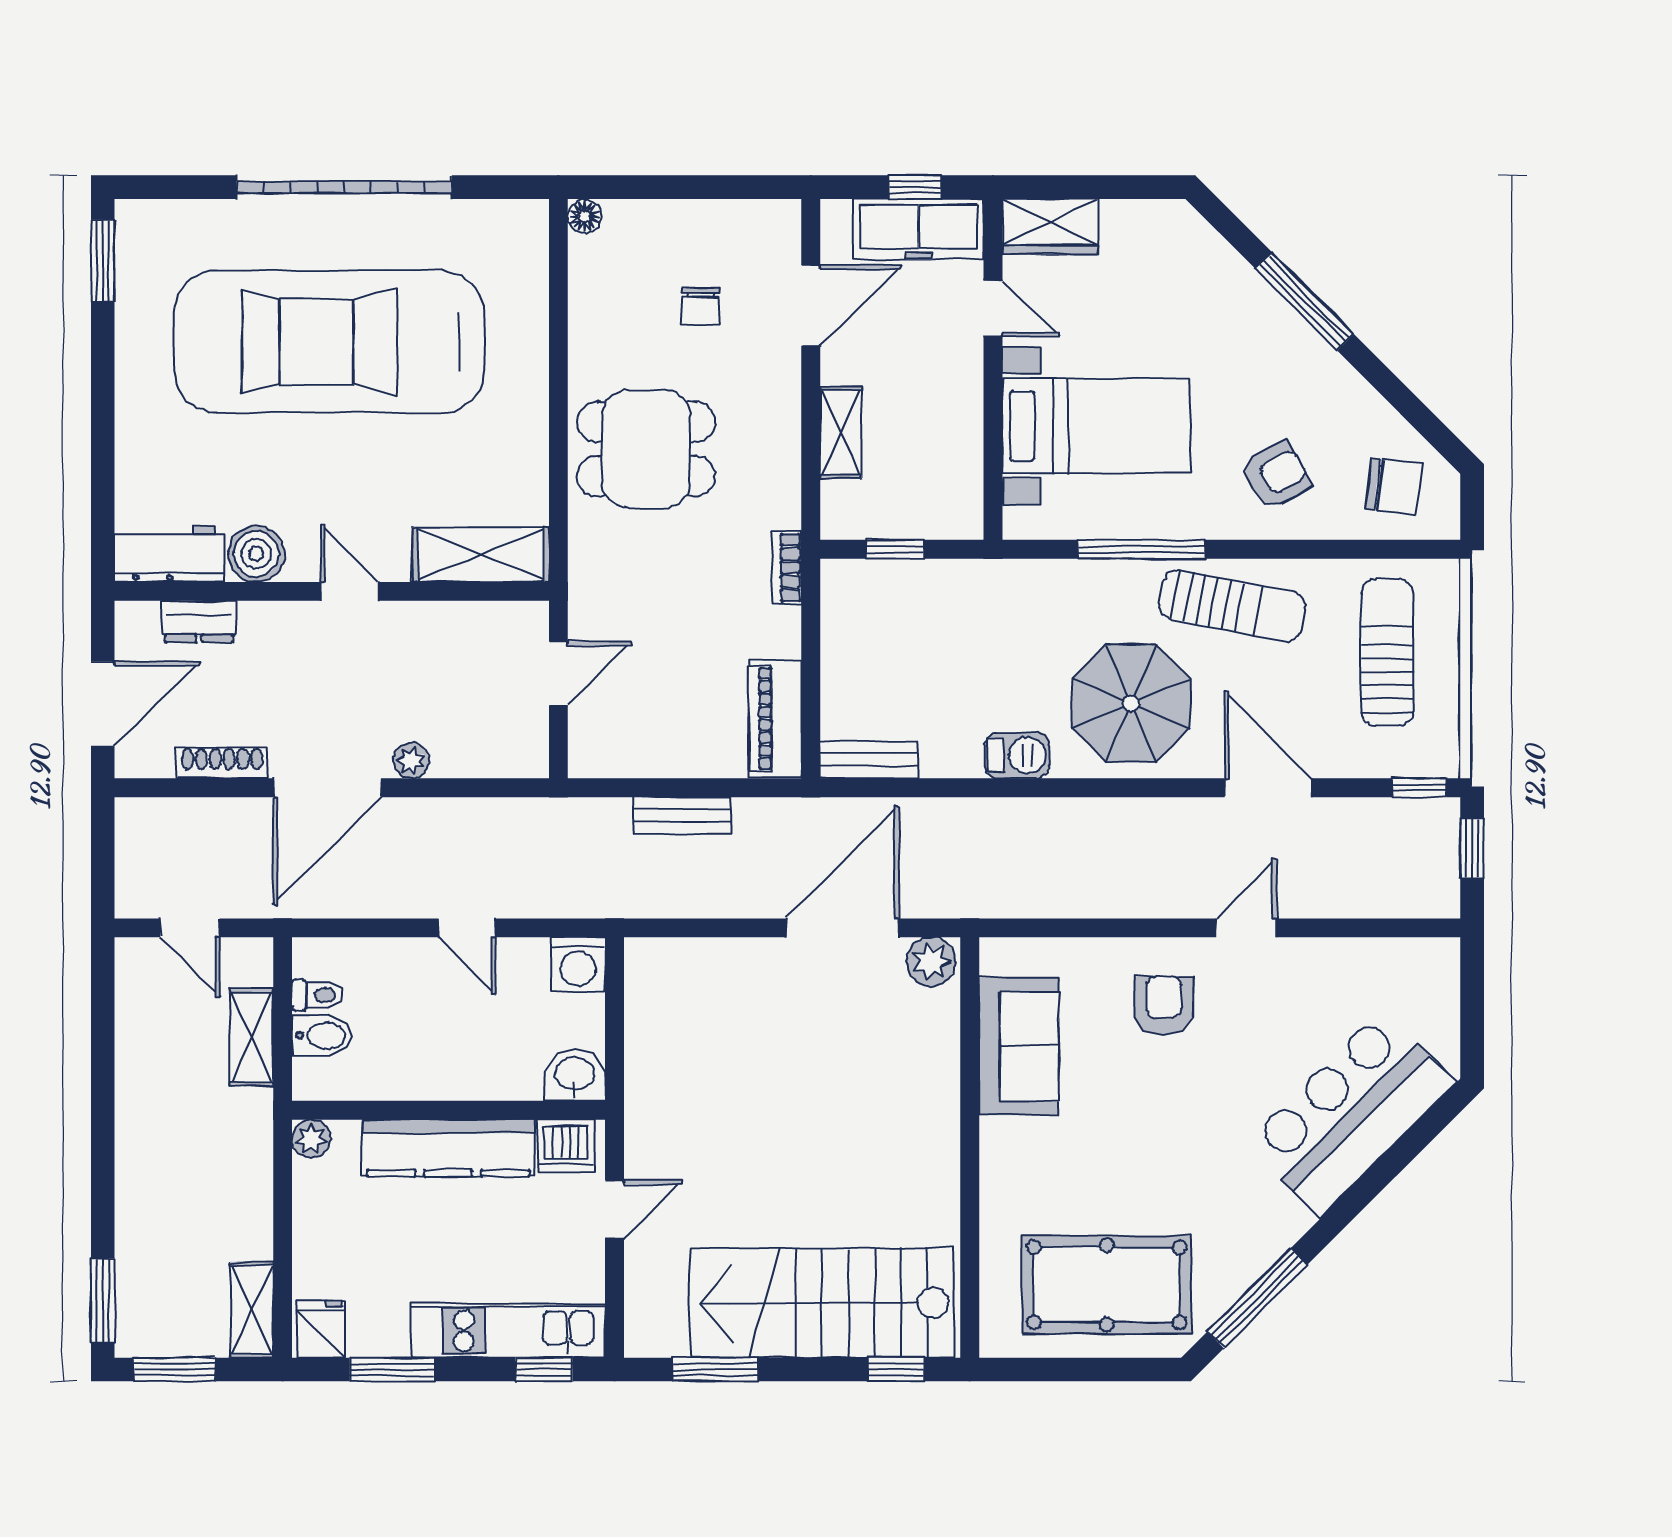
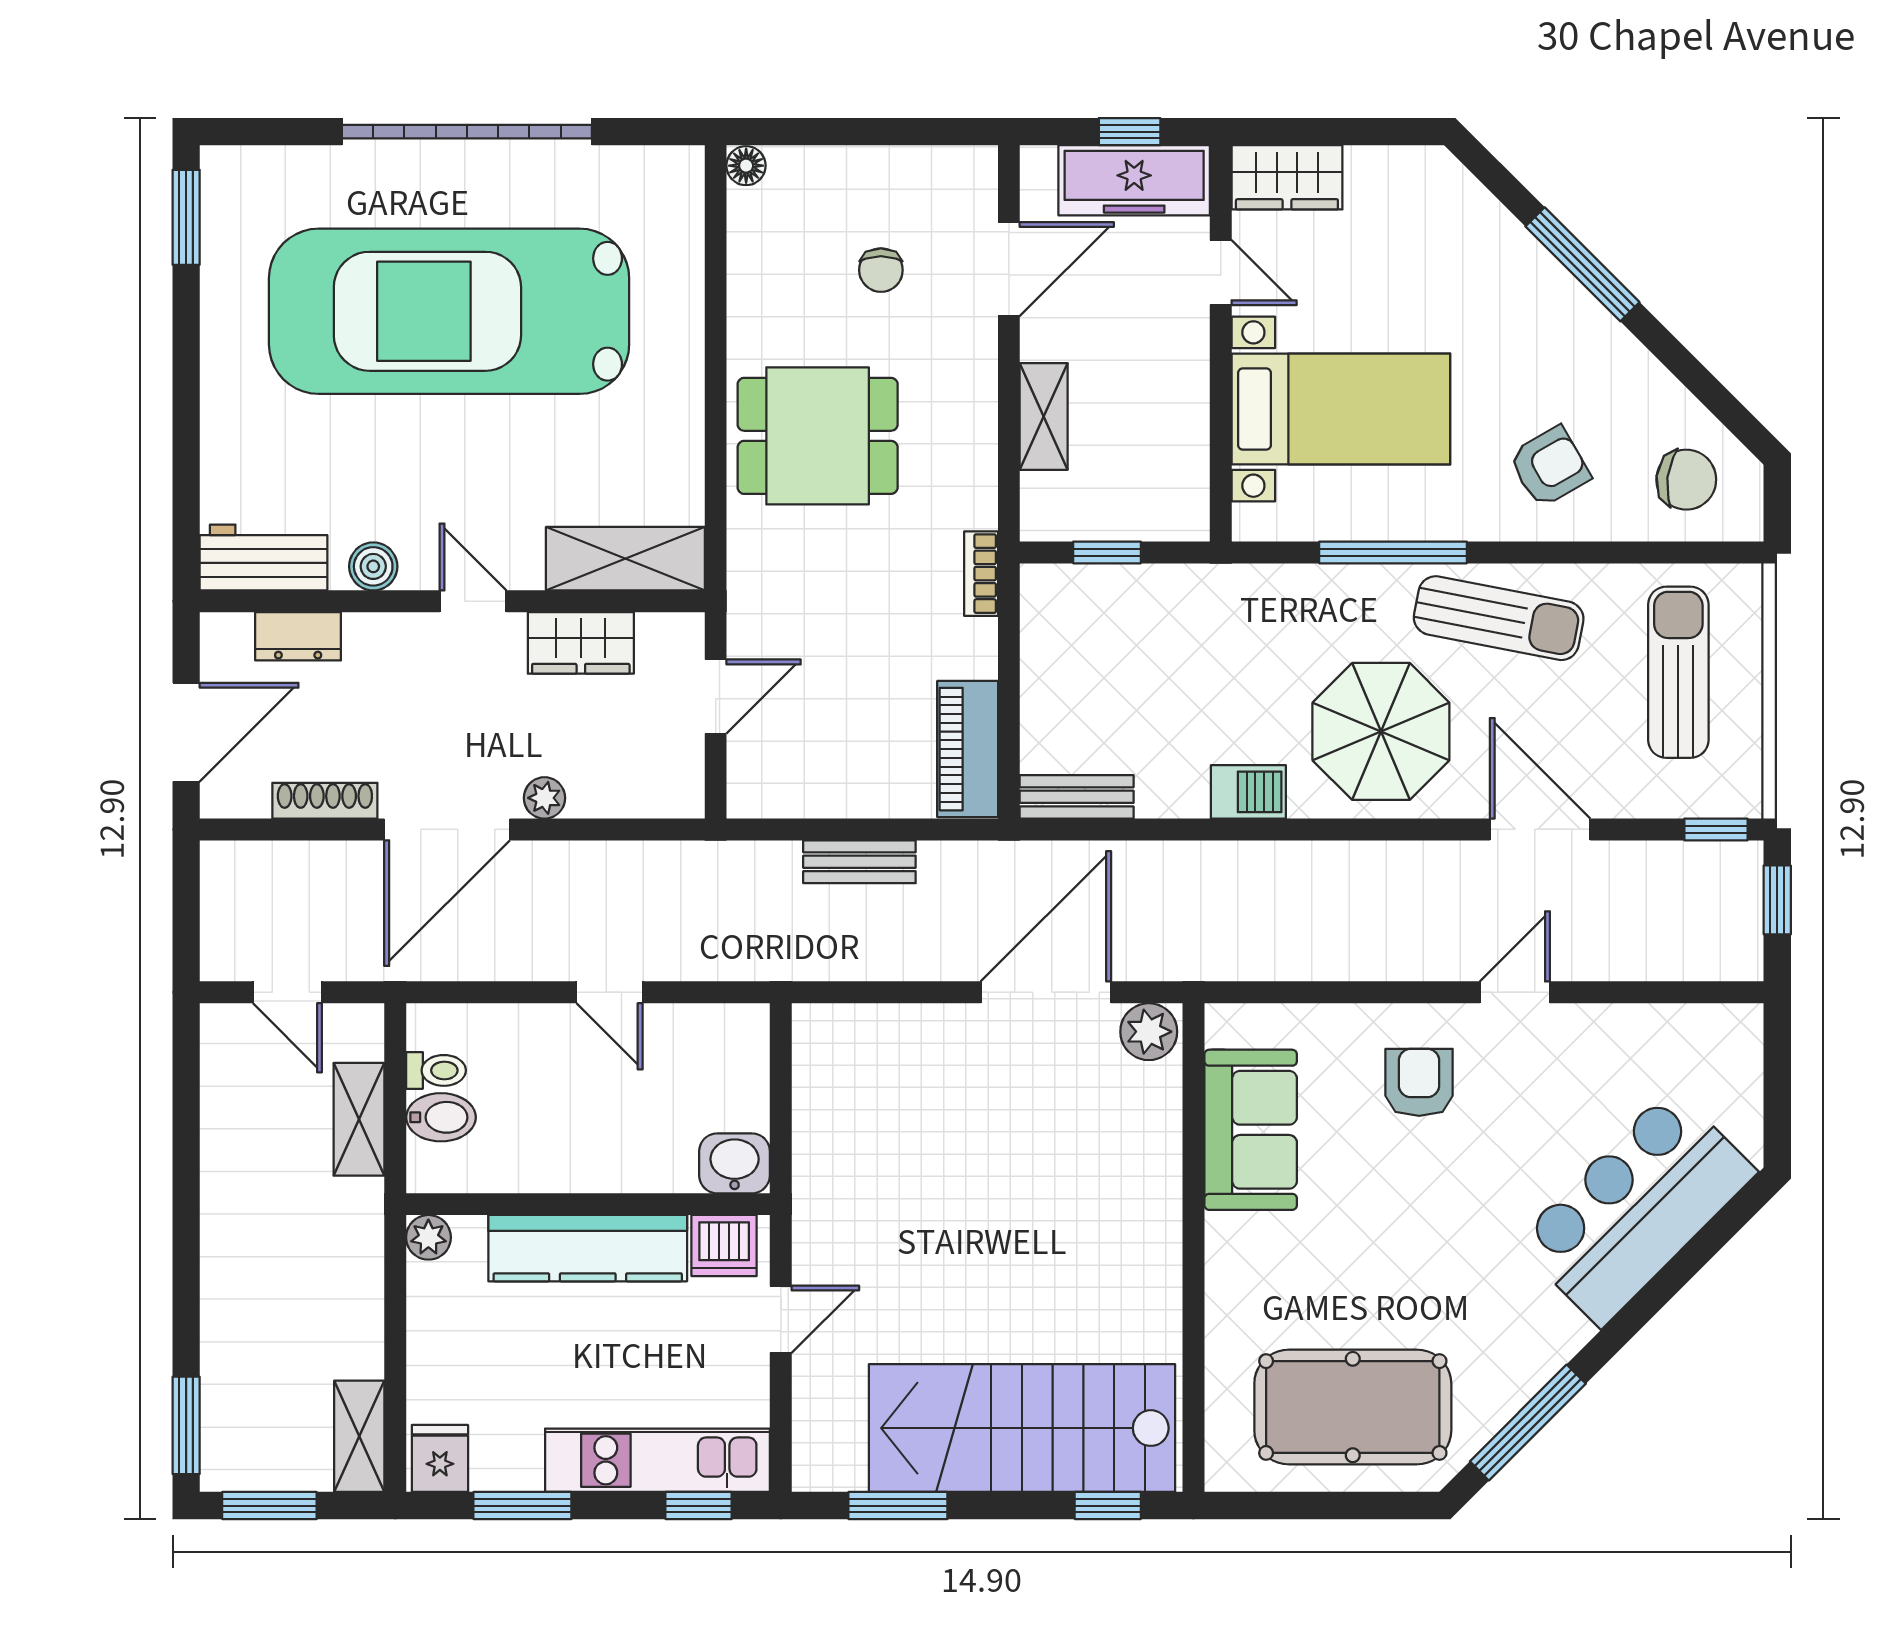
boiler: (256, 554) -> (373, 566), width x0.73, depth x0.73
wardrobe: (442, 627) -> (581, 643), added
washing machine: (578, 964) -> (739, 1035), removed

